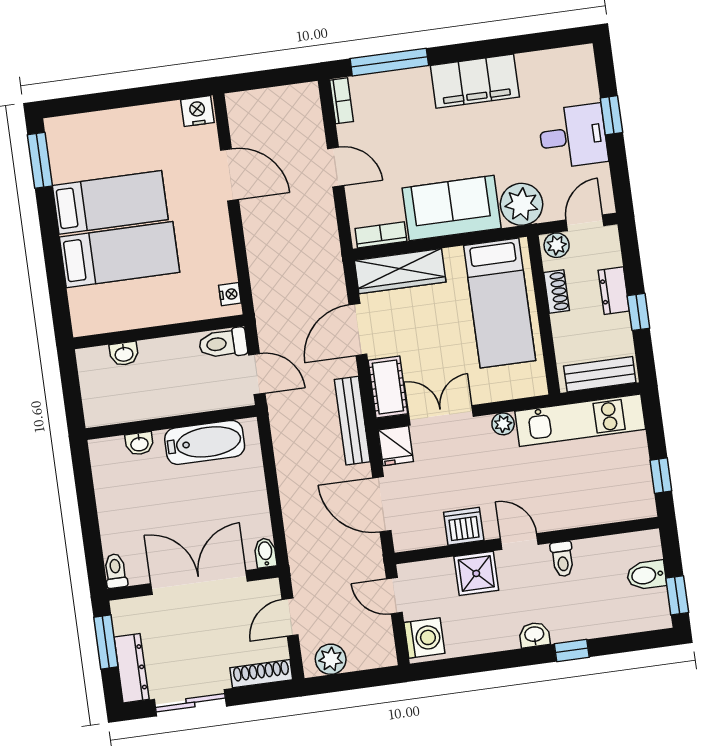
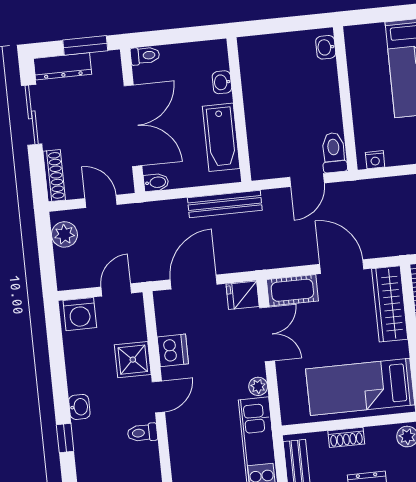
shoe rack: (556, 291) -> (346, 437), moved
washbasin: (124, 354) -> (326, 47), moved
bench: (352, 421) -> (225, 204), moved
wall: (171, 422) -> (239, 110), moved
bathtub: (205, 442) -> (221, 137), moved
washbasin: (139, 444) -> (222, 82), moved

